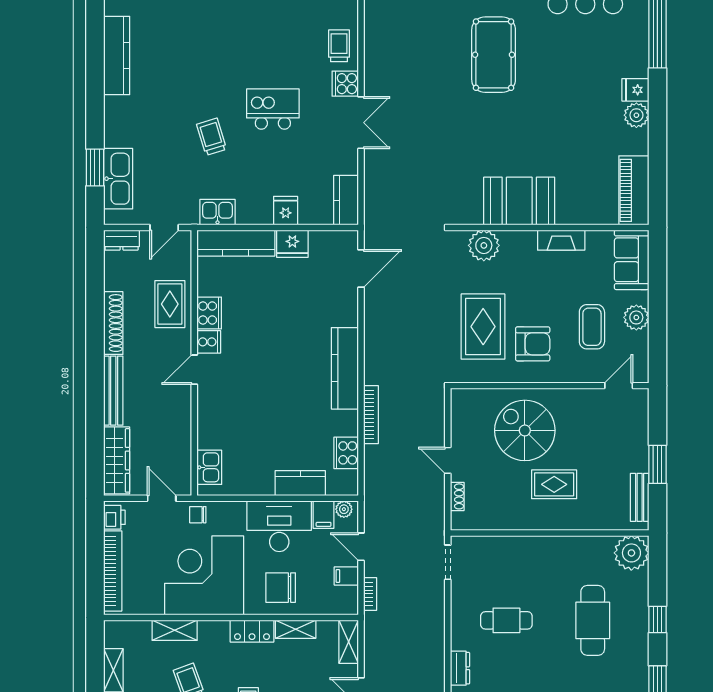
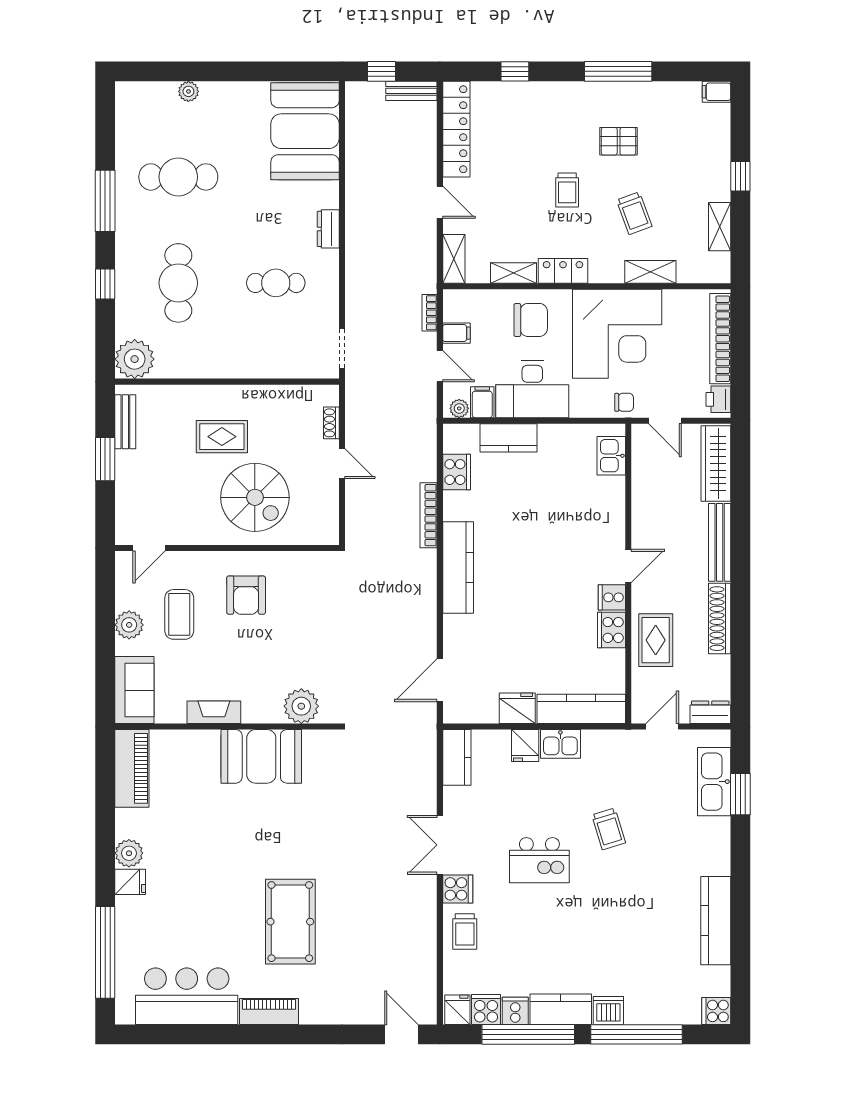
kitchen sink: (217, 212) -> (560, 744), moved
rug: (483, 327) -> (302, 615), removed
armchair: (533, 344) -> (246, 595), turned -90

